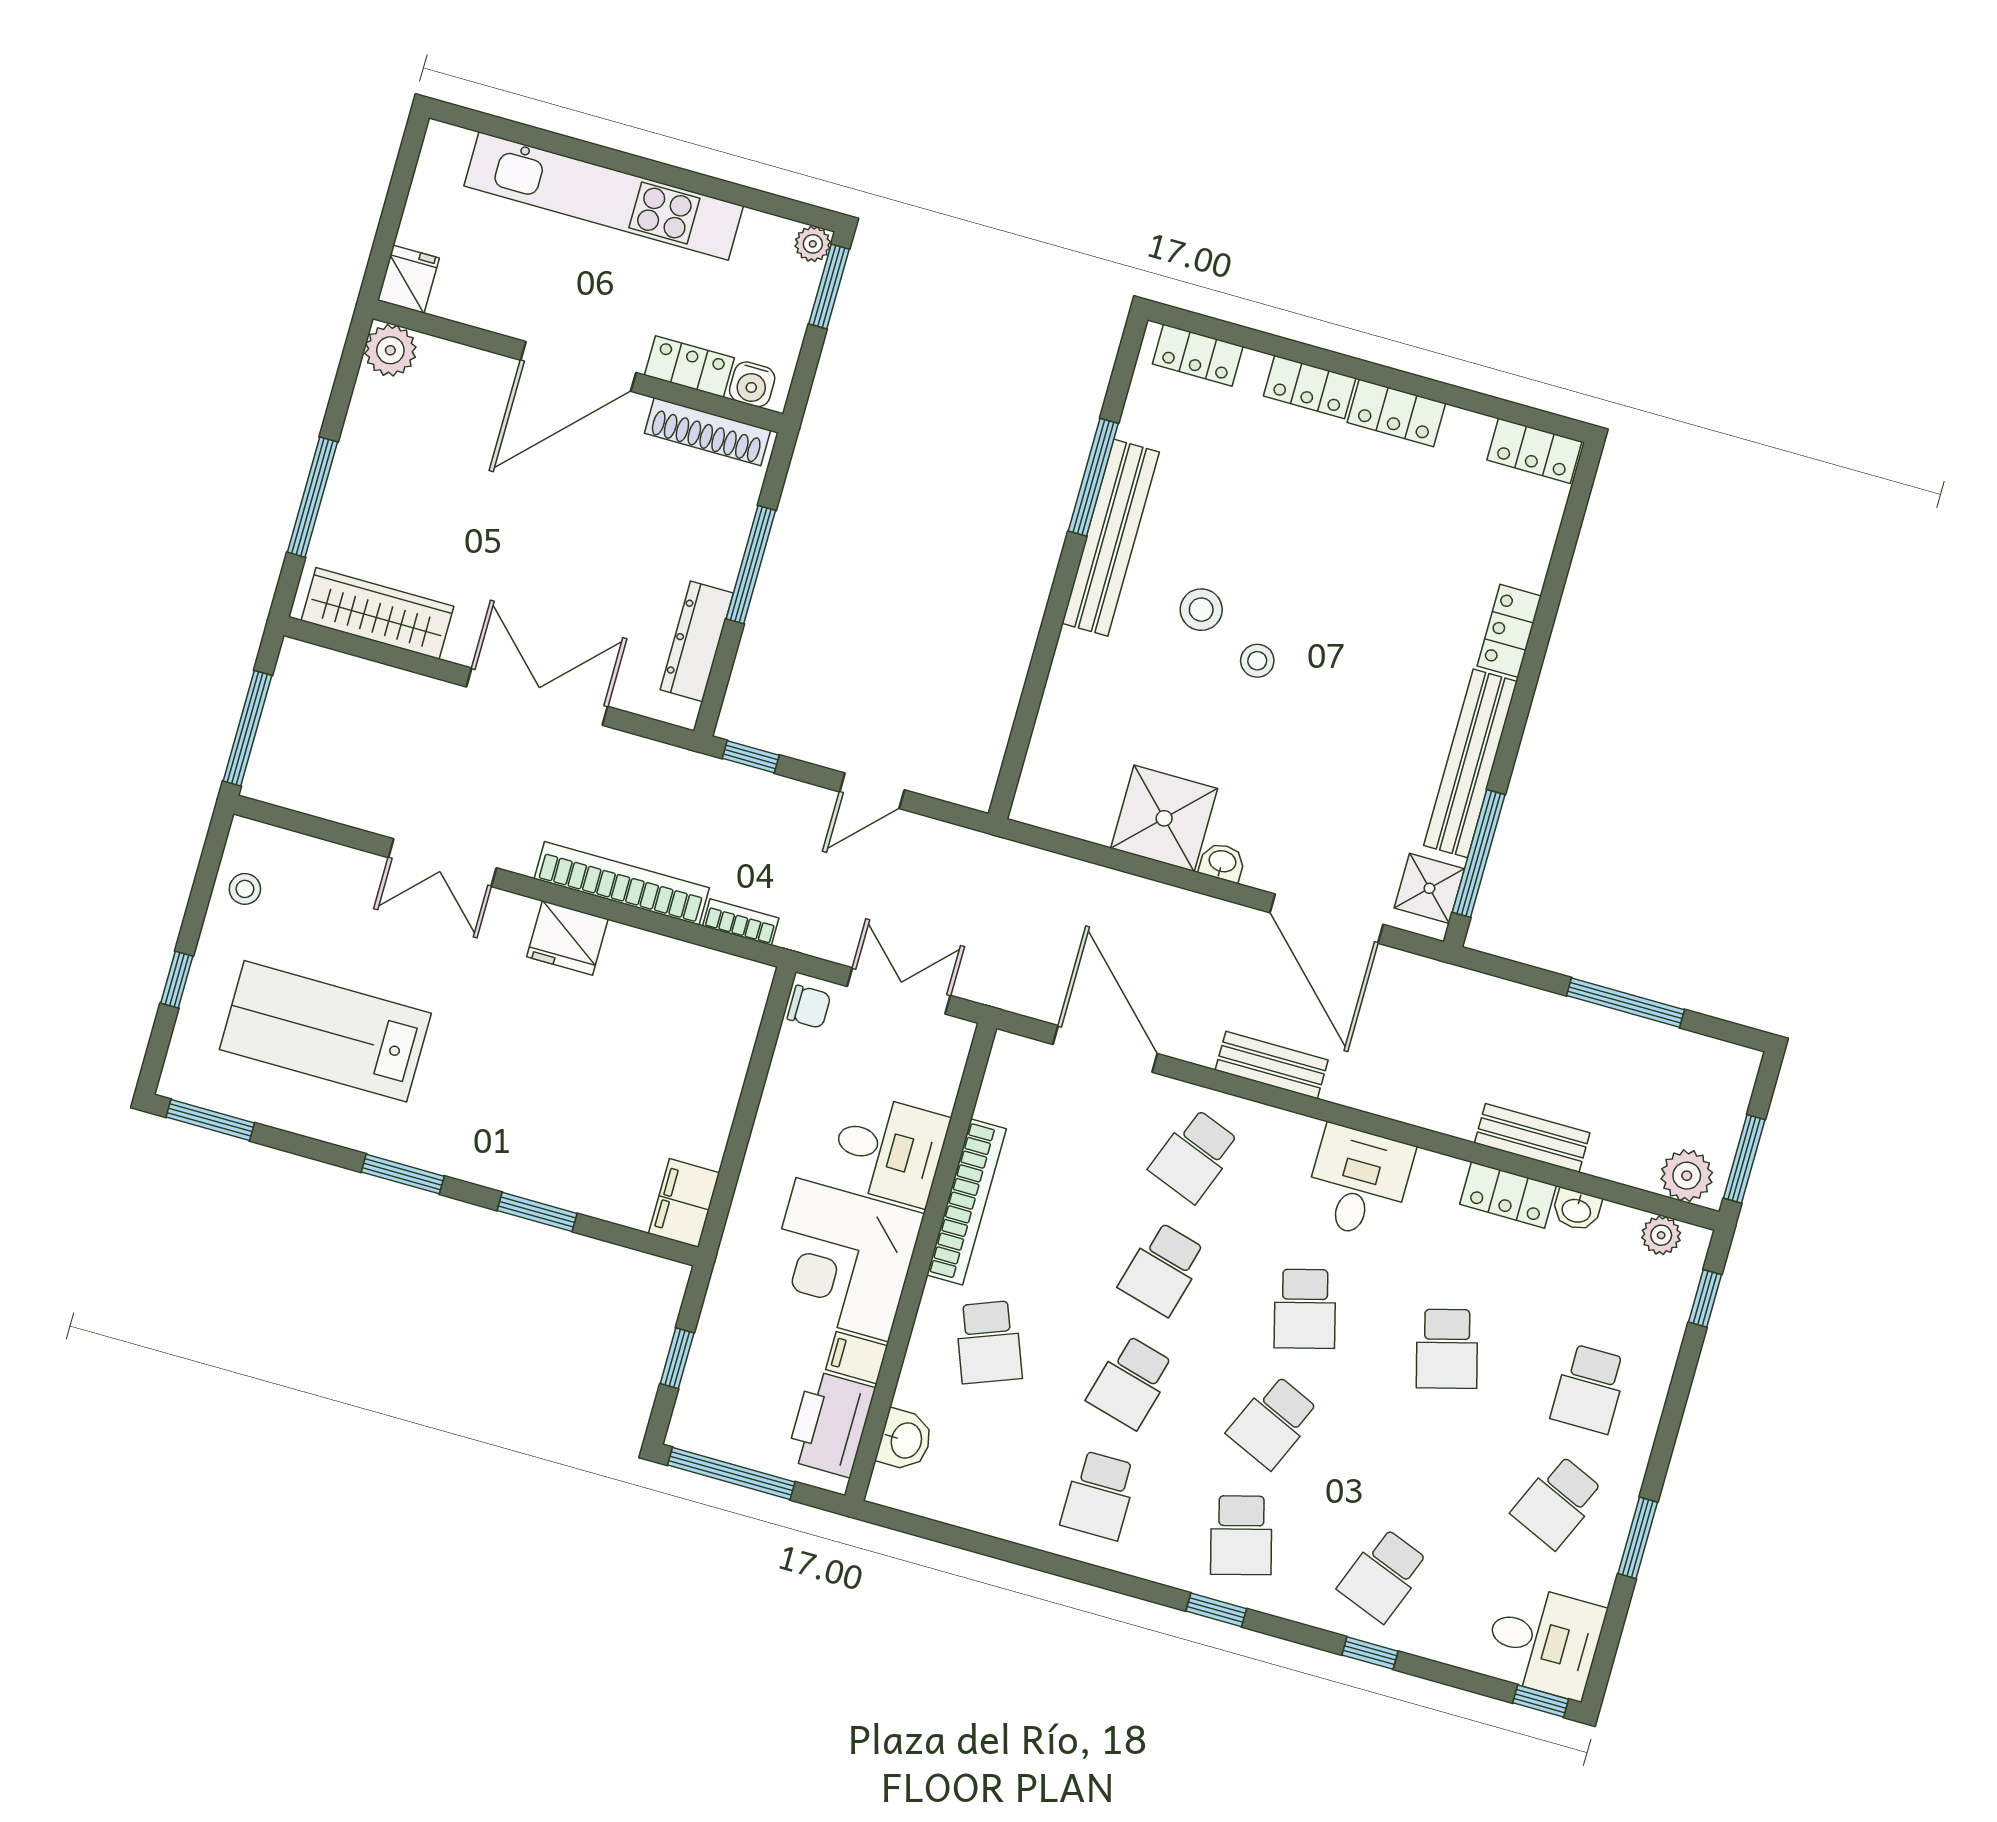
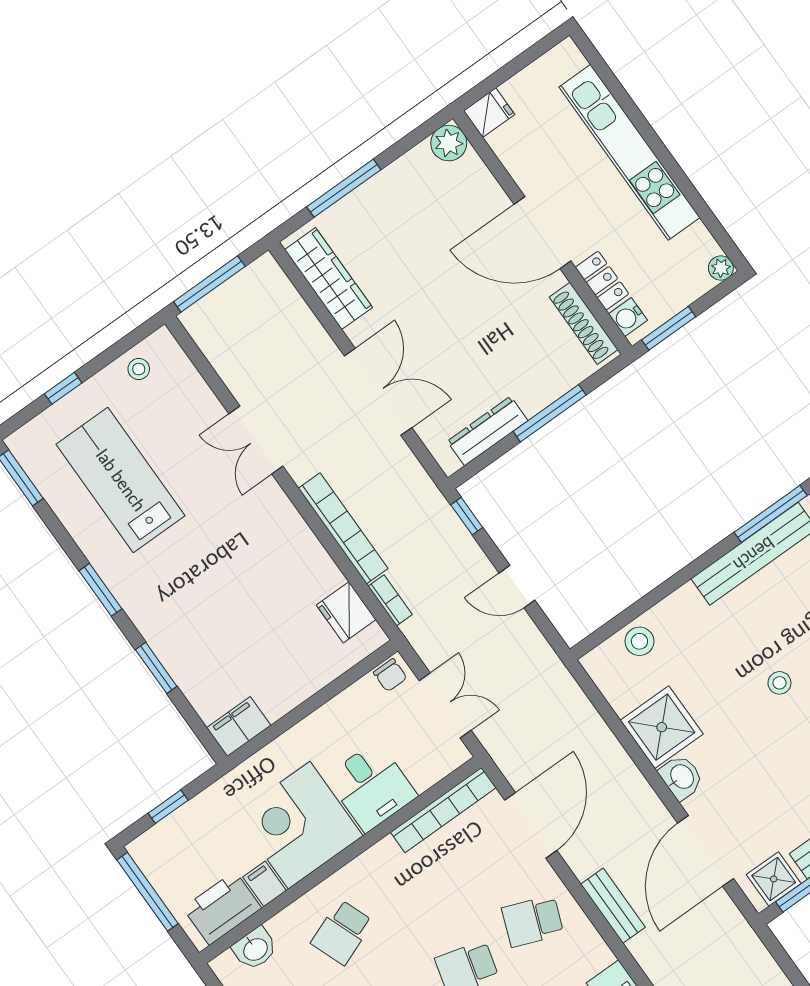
window: (829, 286) -> (669, 328), moved
stool: (1201, 610) -> (639, 641), moved
washbasin: (1222, 862) -> (681, 777), width x1.38, depth x1.45
fridge: (567, 938) -> (346, 612), moved
bookcase: (967, 1202) -> (443, 810), moved

